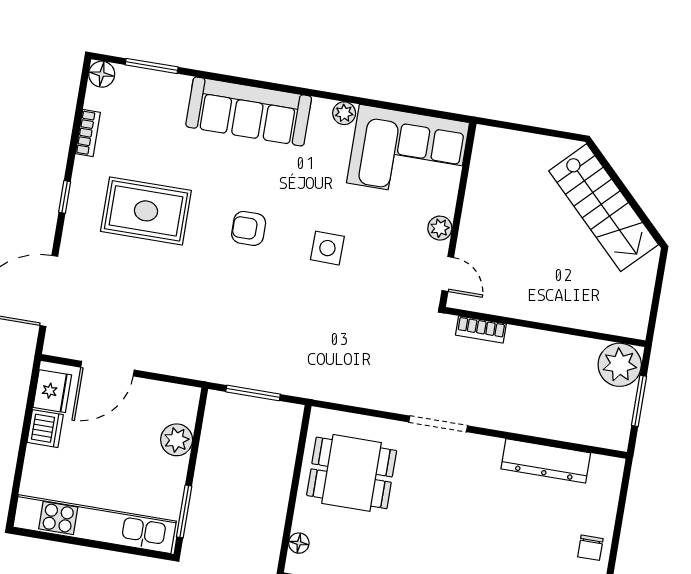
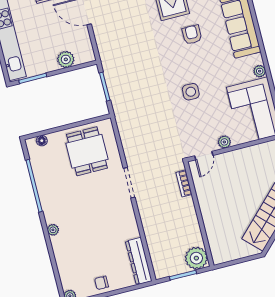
armchair: (249, 228) -> (192, 35), moved
dresser: (546, 461) -> (139, 261), moved

